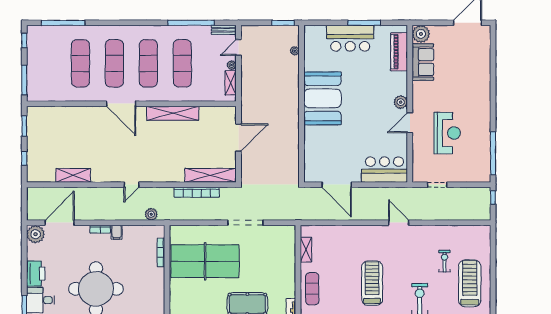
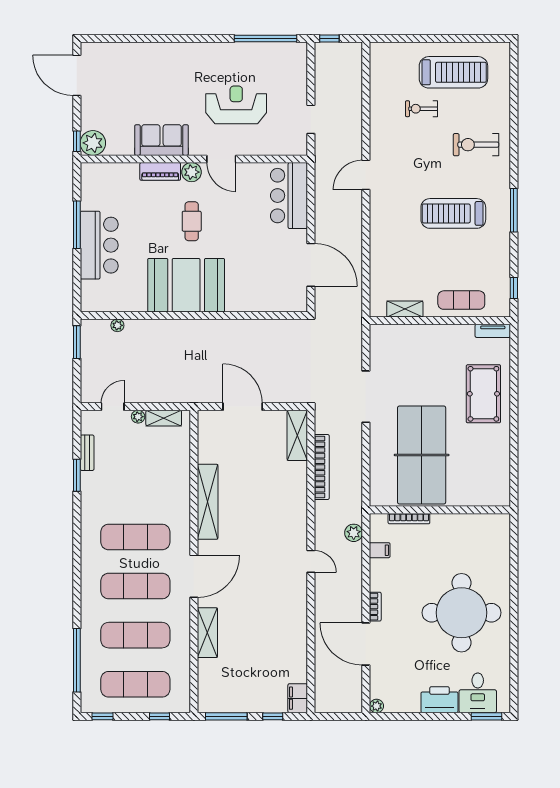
window: (191, 23) -> (77, 475), width x0.47
window: (422, 23) -> (77, 141), added
bench: (224, 30) -> (87, 453), moved
door: (238, 48) -> (113, 407), swing flipped
piano: (399, 52) -> (160, 171), moved, width x0.73, depth x0.75
sofa: (423, 62) -> (162, 140), moved
exercise mat: (182, 63) -> (135, 684), moved
window: (24, 80) -> (159, 716), width x0.46
cafe table: (367, 102) -> (192, 221), added
window: (24, 126) -> (226, 716), width x1.44
shelving: (73, 175) -> (207, 633), moved
shelving: (210, 175) -> (297, 435), width x0.68
filing cabinet: (37, 176) -> (298, 698), added
door: (337, 185) -> (311, 265), hinge flipped
door: (60, 223) -> (366, 644), moved
filing cabinet: (117, 232) -> (380, 550), moved
plant: (36, 234) -> (377, 706), width x0.53, depth x0.53
treadmill: (470, 283) -> (453, 72), turned 180

